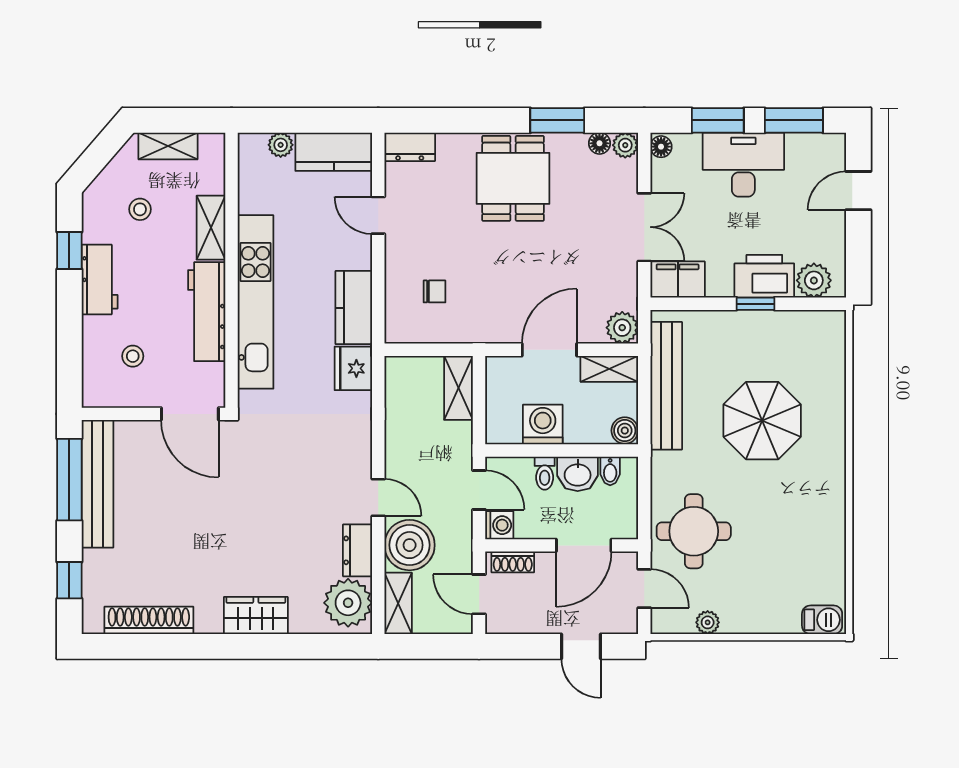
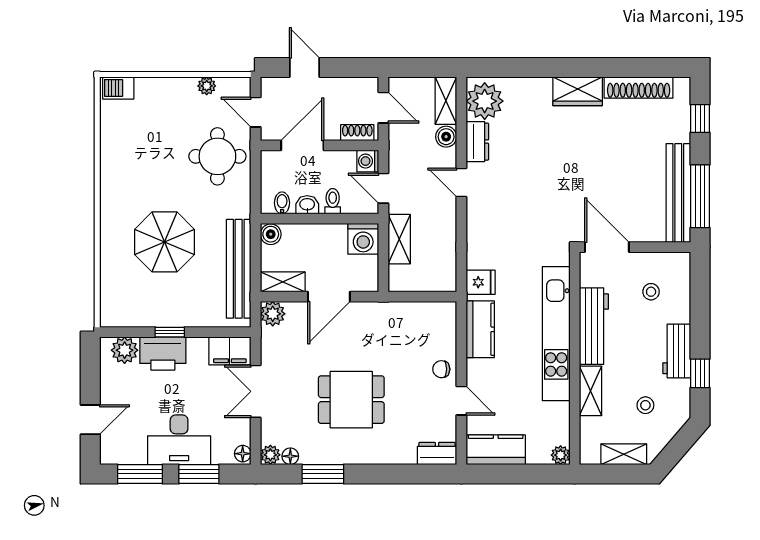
plant: (281, 145) -> (561, 455), moved
dining table: (513, 178) -> (351, 400), moved, turned 90
chair: (434, 291) -> (441, 369), moved
fridge: (353, 368) -> (481, 282), width x0.72
shelving: (459, 388) -> (399, 239), moved
washing machine: (543, 425) -> (363, 239), moved
washbasin: (578, 474) -> (307, 205), width x0.72, depth x0.69
boiler: (410, 545) -> (446, 137), width x0.54, depth x0.54
wardrobe: (256, 615) -> (578, 91), moved

